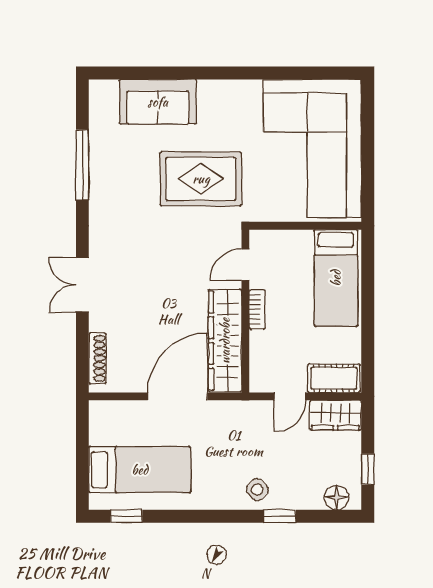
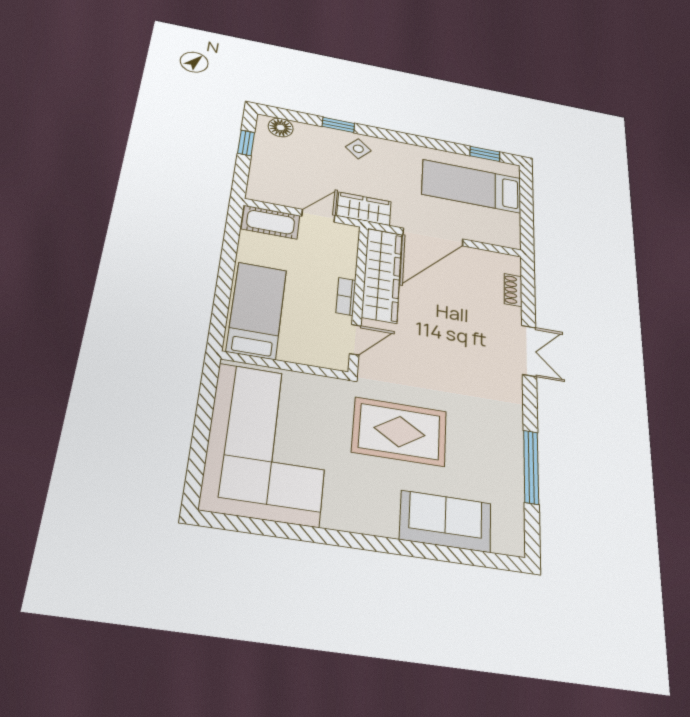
shoe rack: (97, 358) -> (513, 290), width x0.70
wardrobe: (336, 415) -> (364, 209), moved

